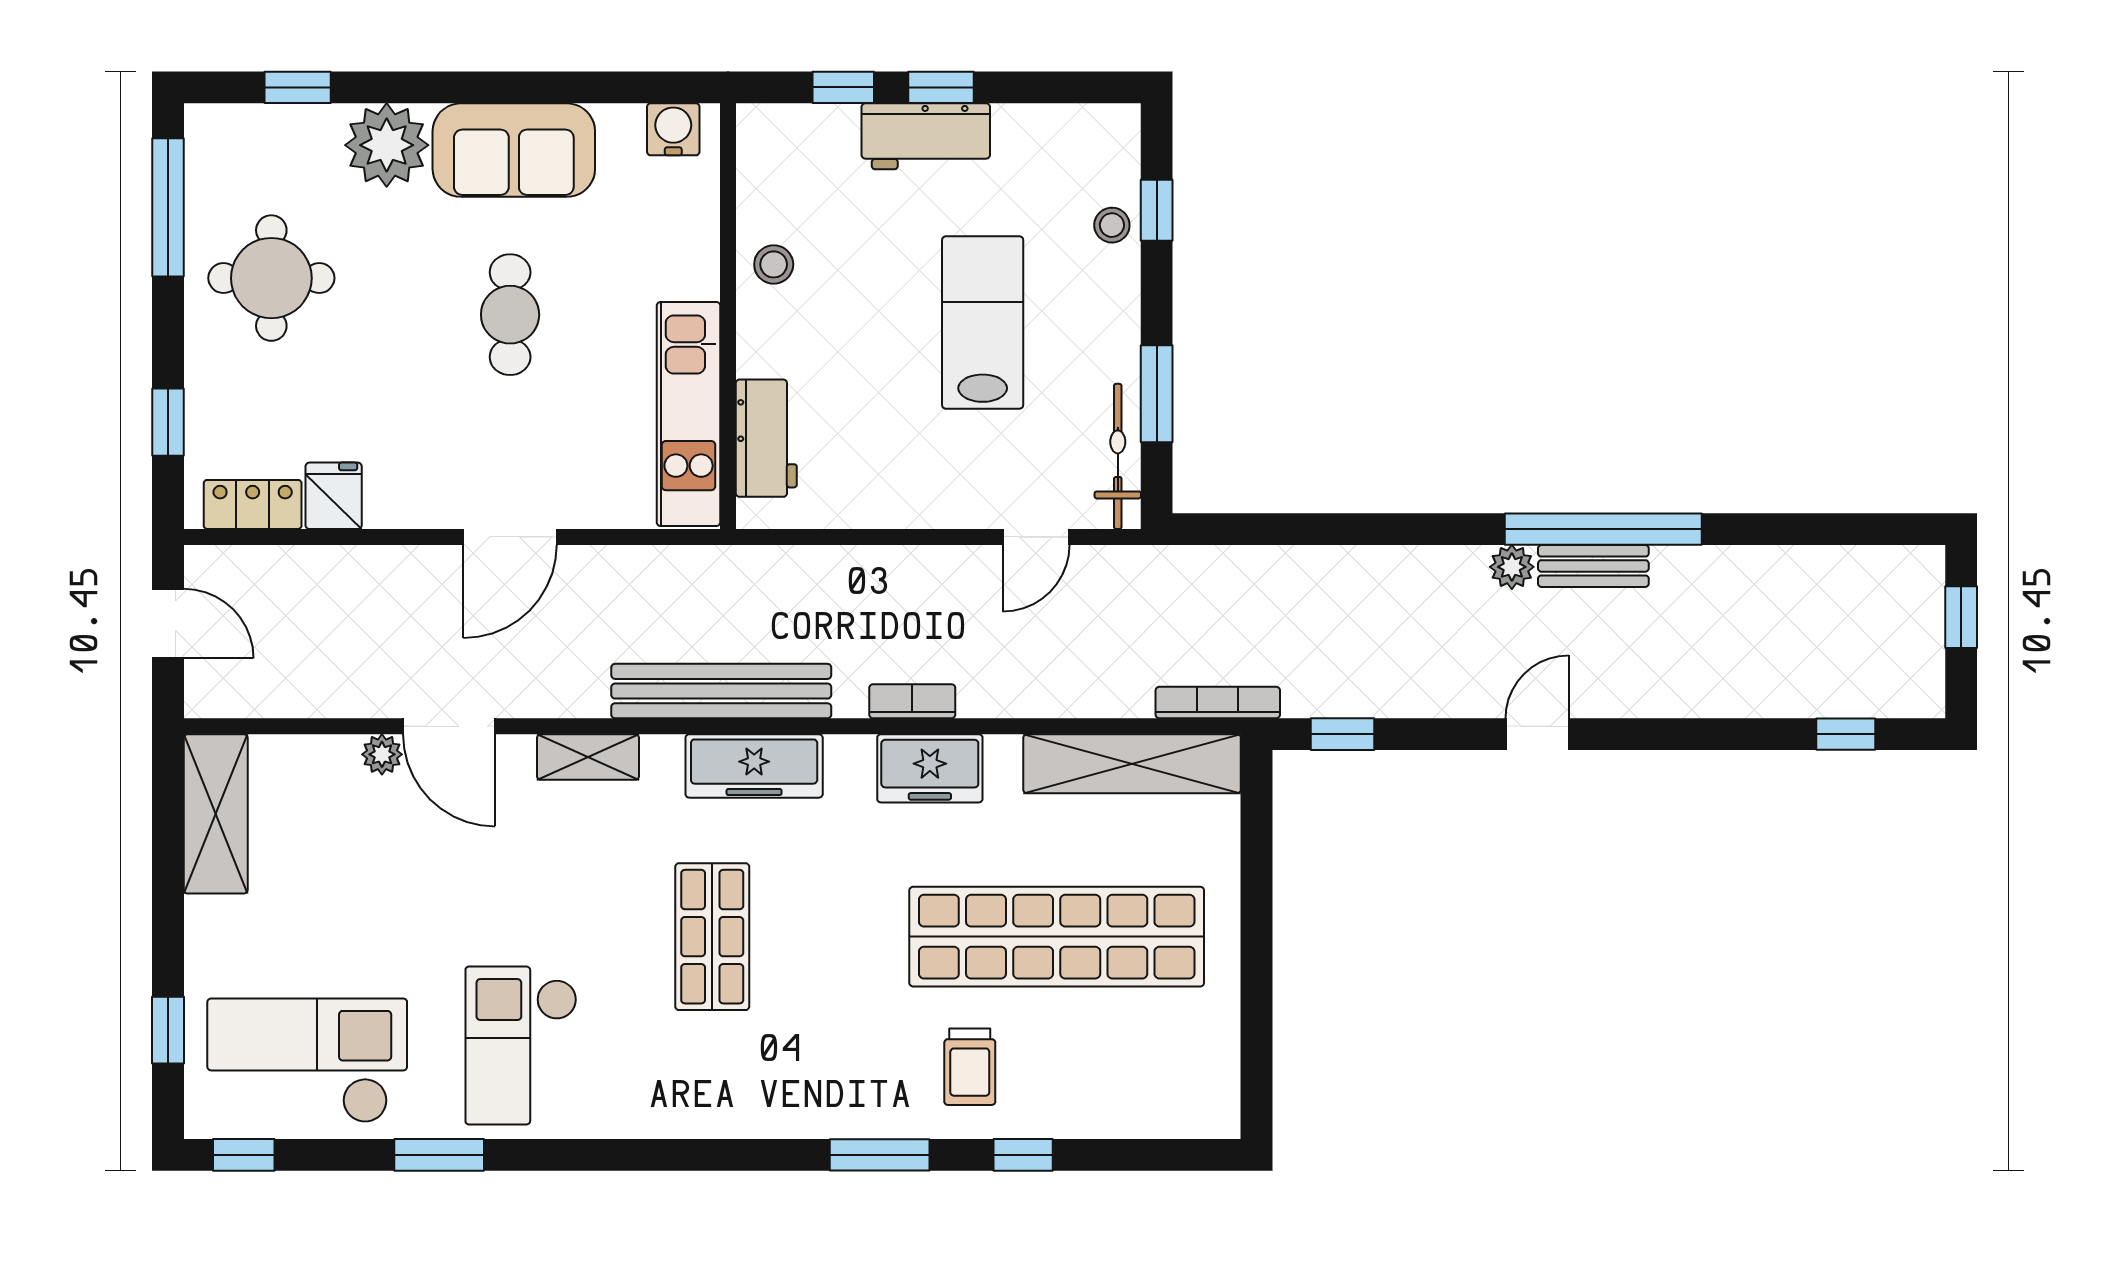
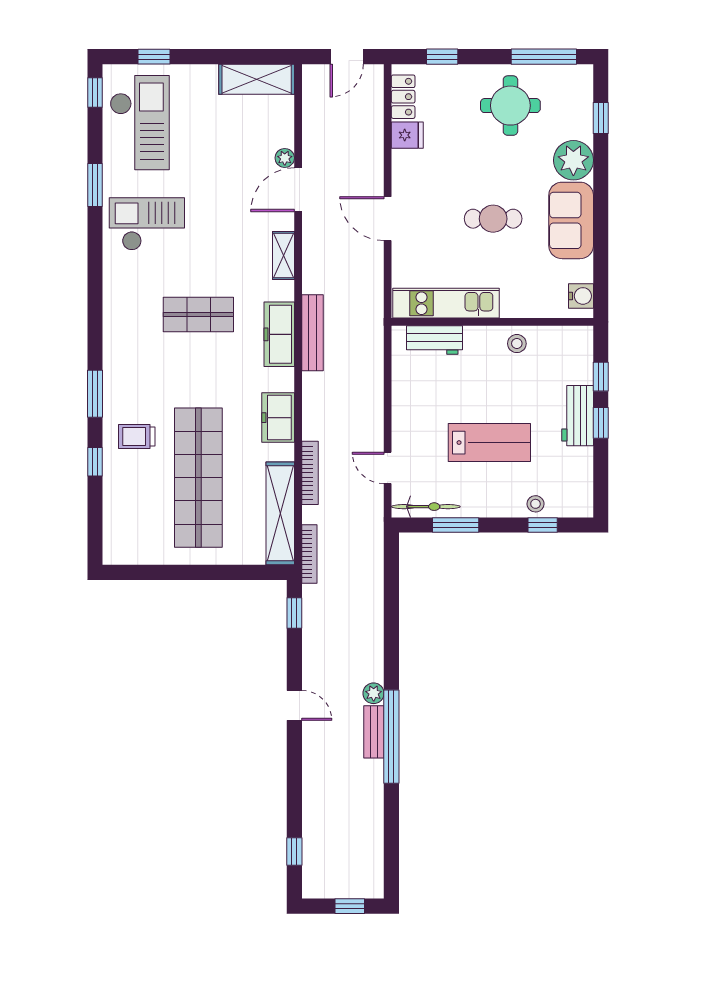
bench: (721, 691) -> (312, 333), width x0.73, depth x0.82
bookcase: (912, 701) -> (310, 473), moved, width x1.56

